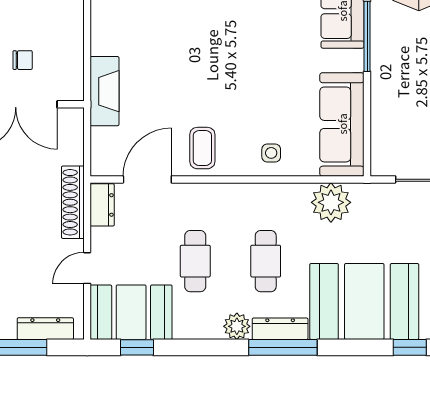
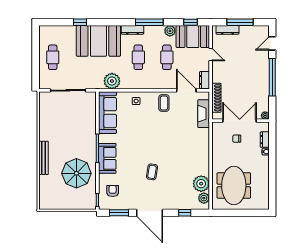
fireplace: (105, 91) -> (204, 114), moved
door: (147, 179) -> (186, 90), swing flipped
shoe rack: (73, 202) -> (216, 98), moved
door: (87, 268) -> (211, 54), hinge flipped
plant: (237, 326) -> (170, 31), moved
window: (283, 347) -> (149, 22), moved

